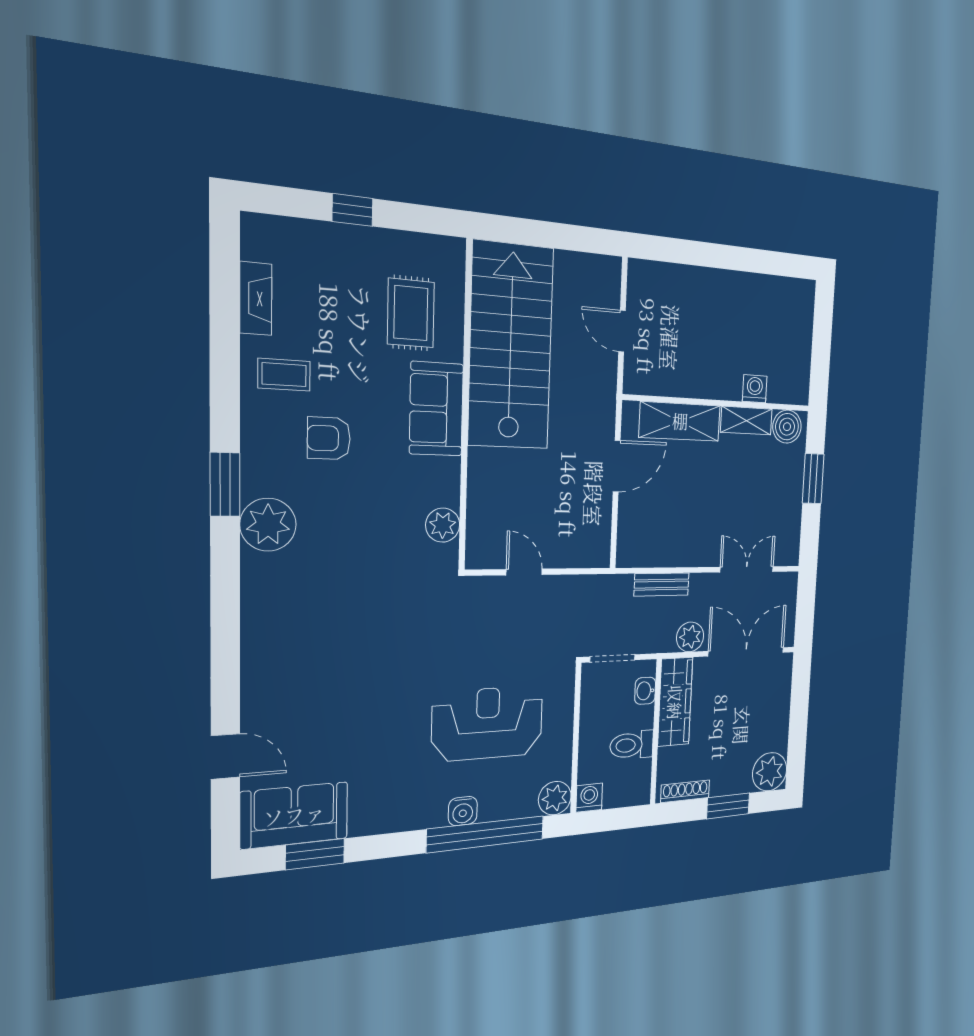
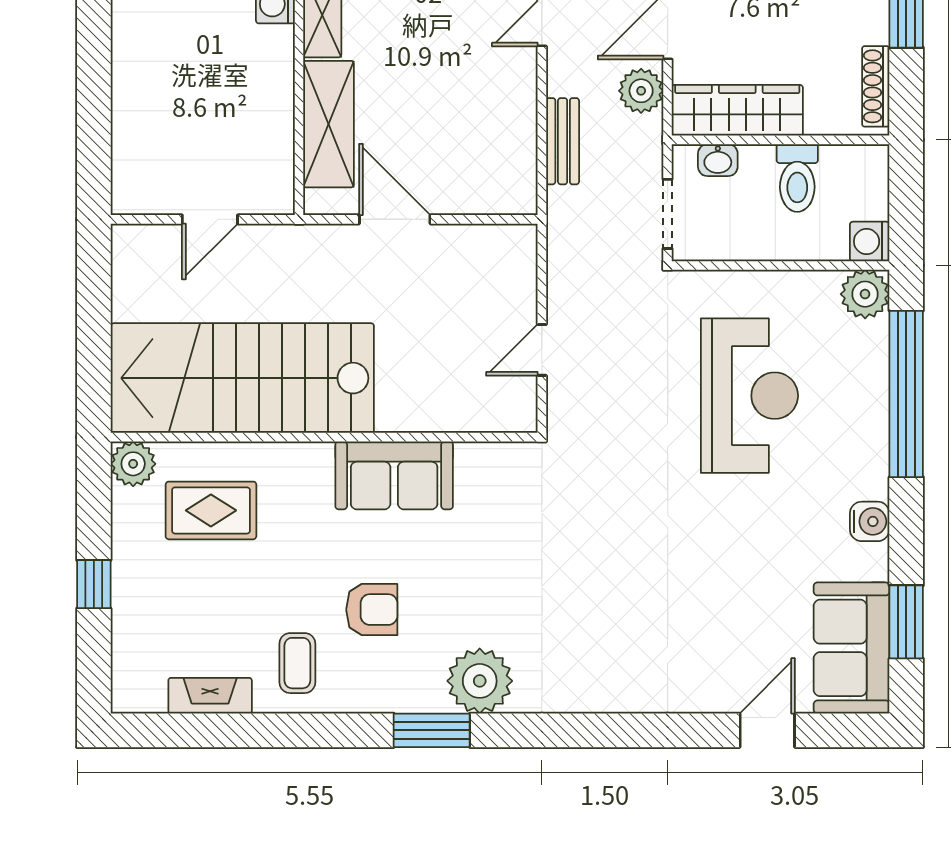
sofa: (436, 409) -> (394, 475), moved
armchair: (329, 438) -> (372, 610), turned -90
plant: (443, 525) -> (133, 464), moved
reception desk: (488, 723) -> (749, 396), turned 180
water cooler: (463, 811) -> (870, 521), moved

